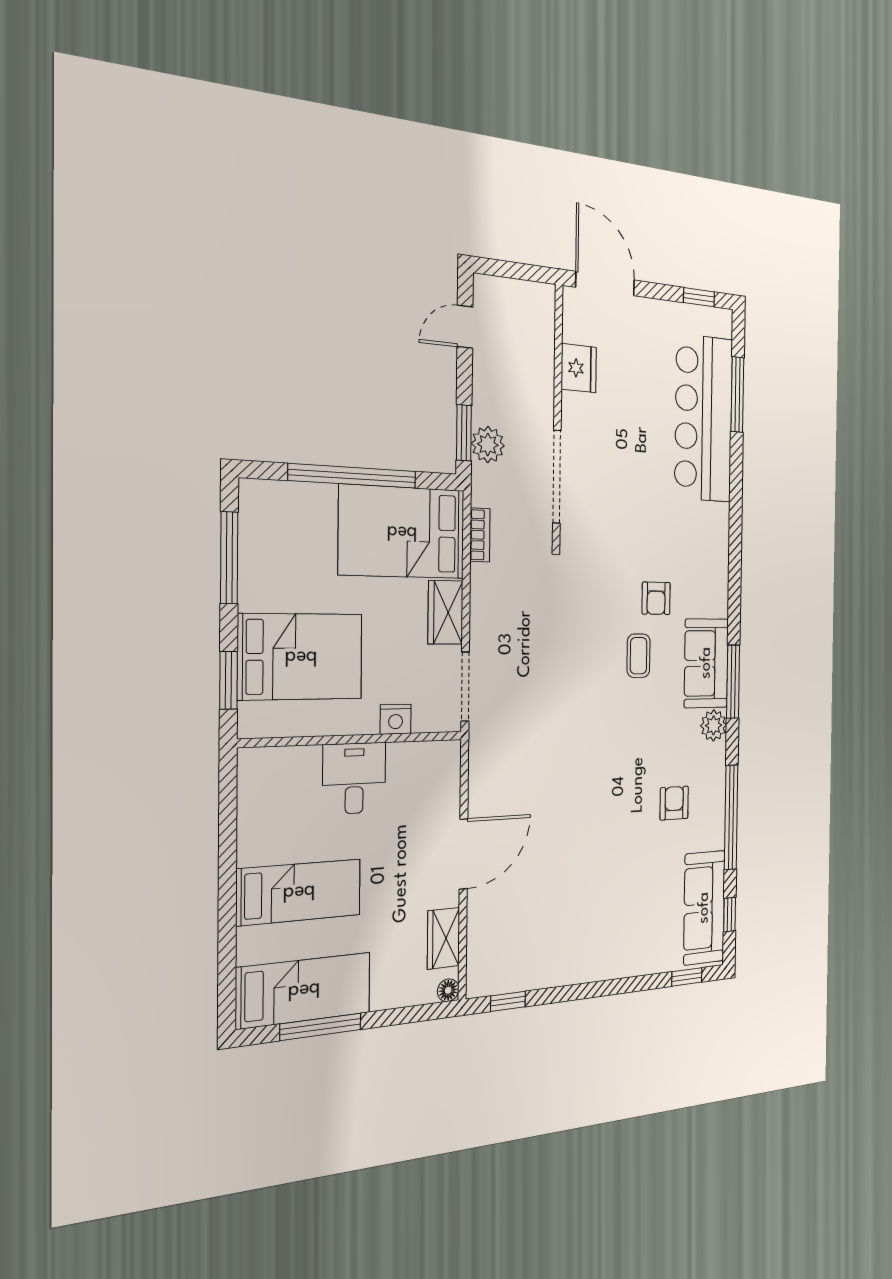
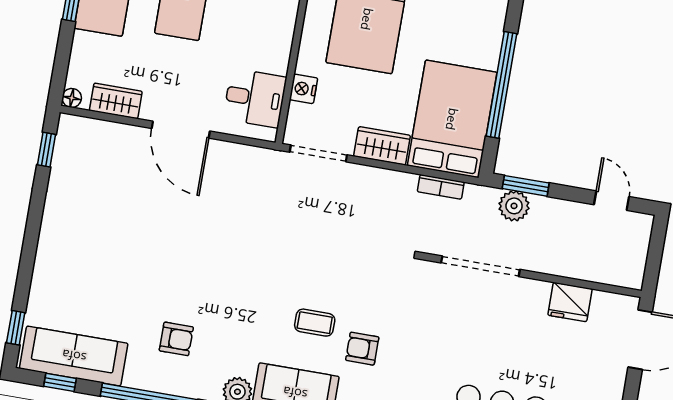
desk: (354, 778) -> (255, 98), moved

